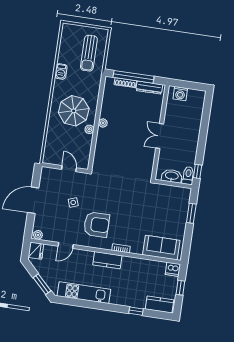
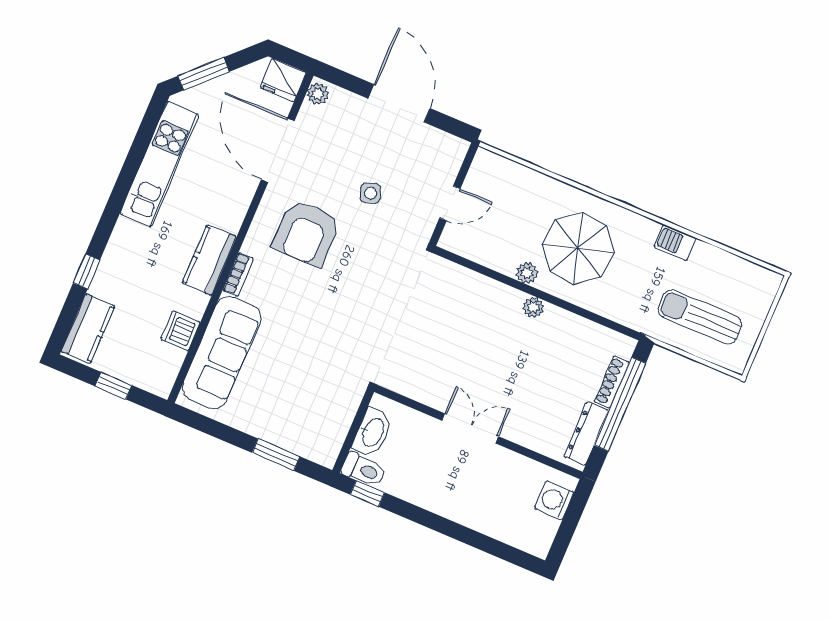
door: (66, 245) -> (278, 150), width x1.87
sofa: (161, 248) -> (222, 353), width x1.36
kitchen counter: (107, 260) -> (209, 260), moved
dishwasher: (173, 269) -> (181, 331), moved

